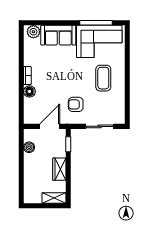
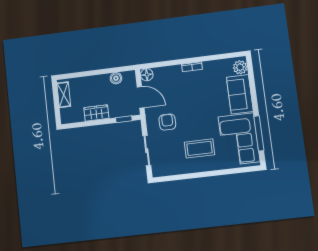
floor lamp: (29, 91) -> (147, 75), moved
shelving: (54, 198) -> (64, 95), moved

